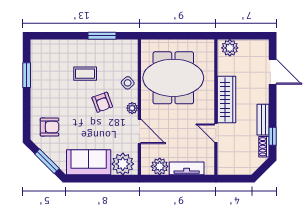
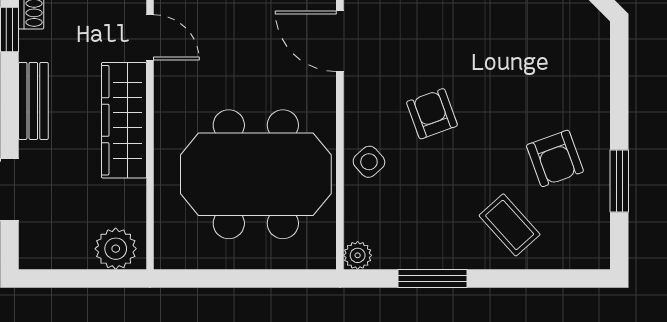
coffee table: (85, 74) -> (510, 225), moved, turned 48
plant: (132, 108) -> (358, 255), moved
bench: (263, 120) -> (33, 101), moved
armchair: (50, 127) -> (555, 158), moved, turned -110

